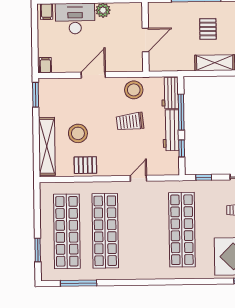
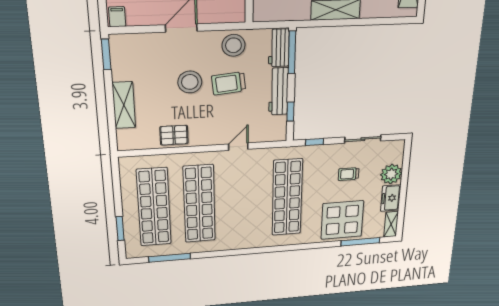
window: (181, 112) -> (292, 53), moved
stool: (78, 133) -> (190, 82), moved
shelving: (47, 146) -> (124, 105), width x0.68

